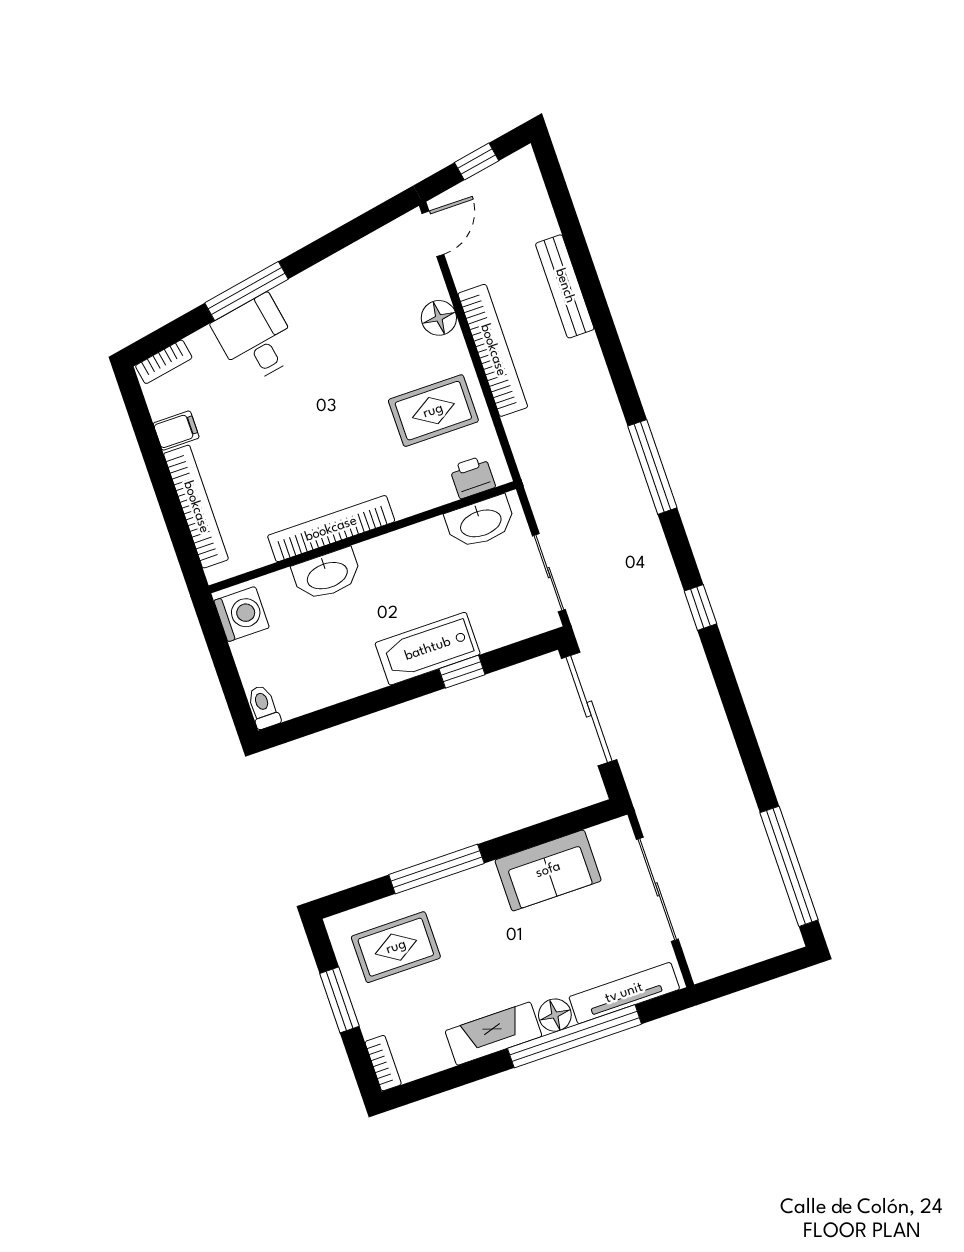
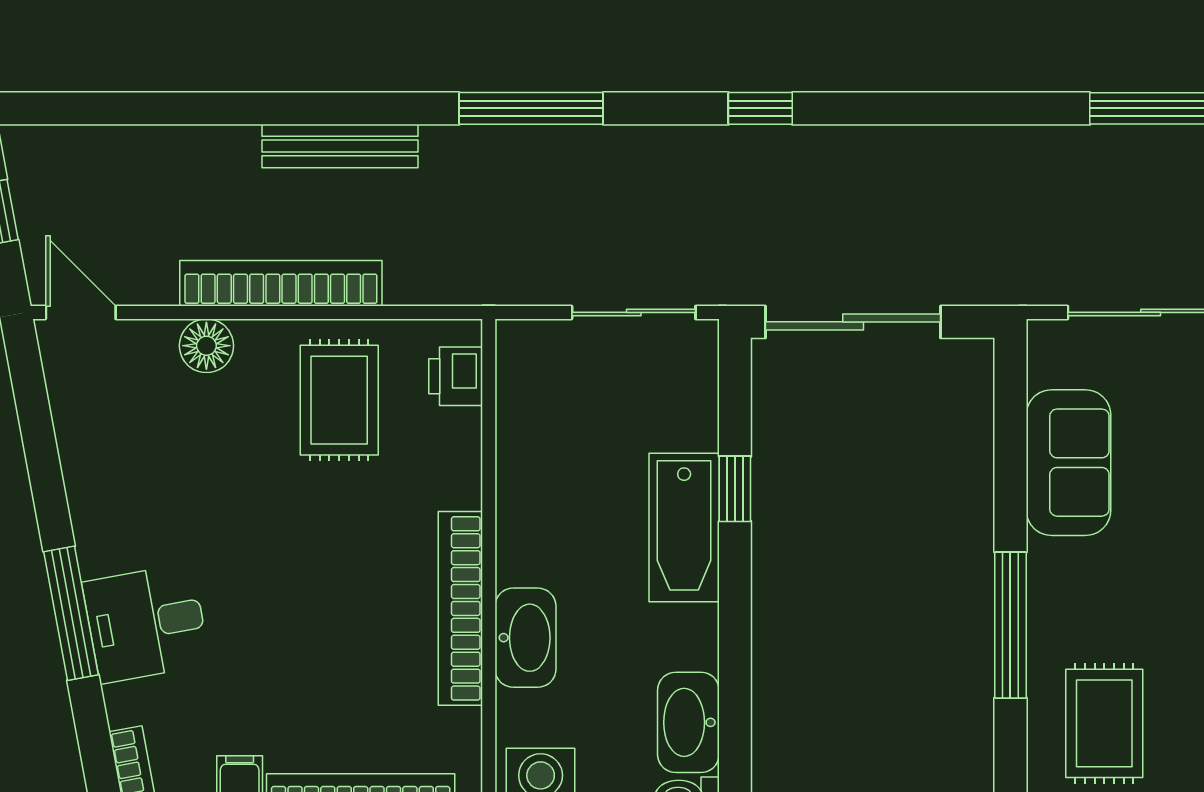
bench: (565, 286) -> (340, 146), moved
washbasin: (480, 522) -> (688, 722), moved, turned 180

